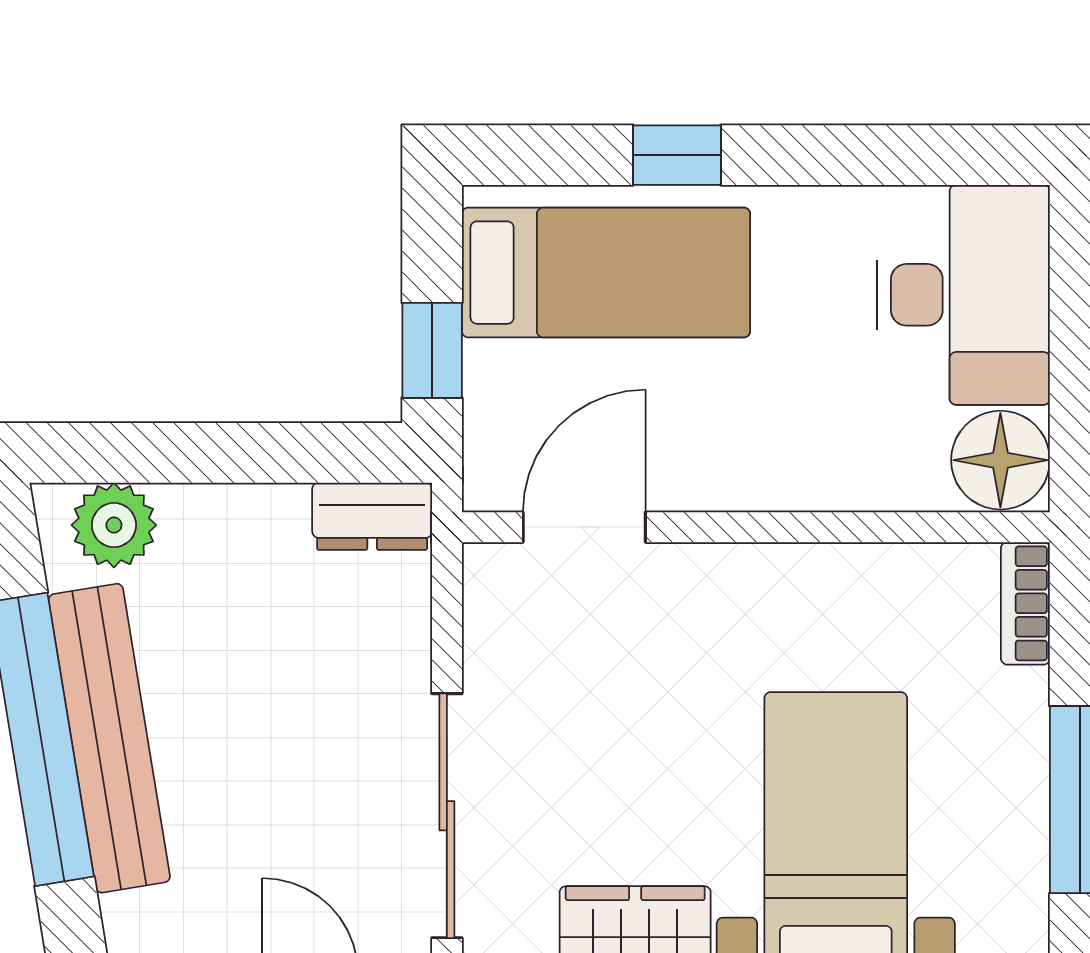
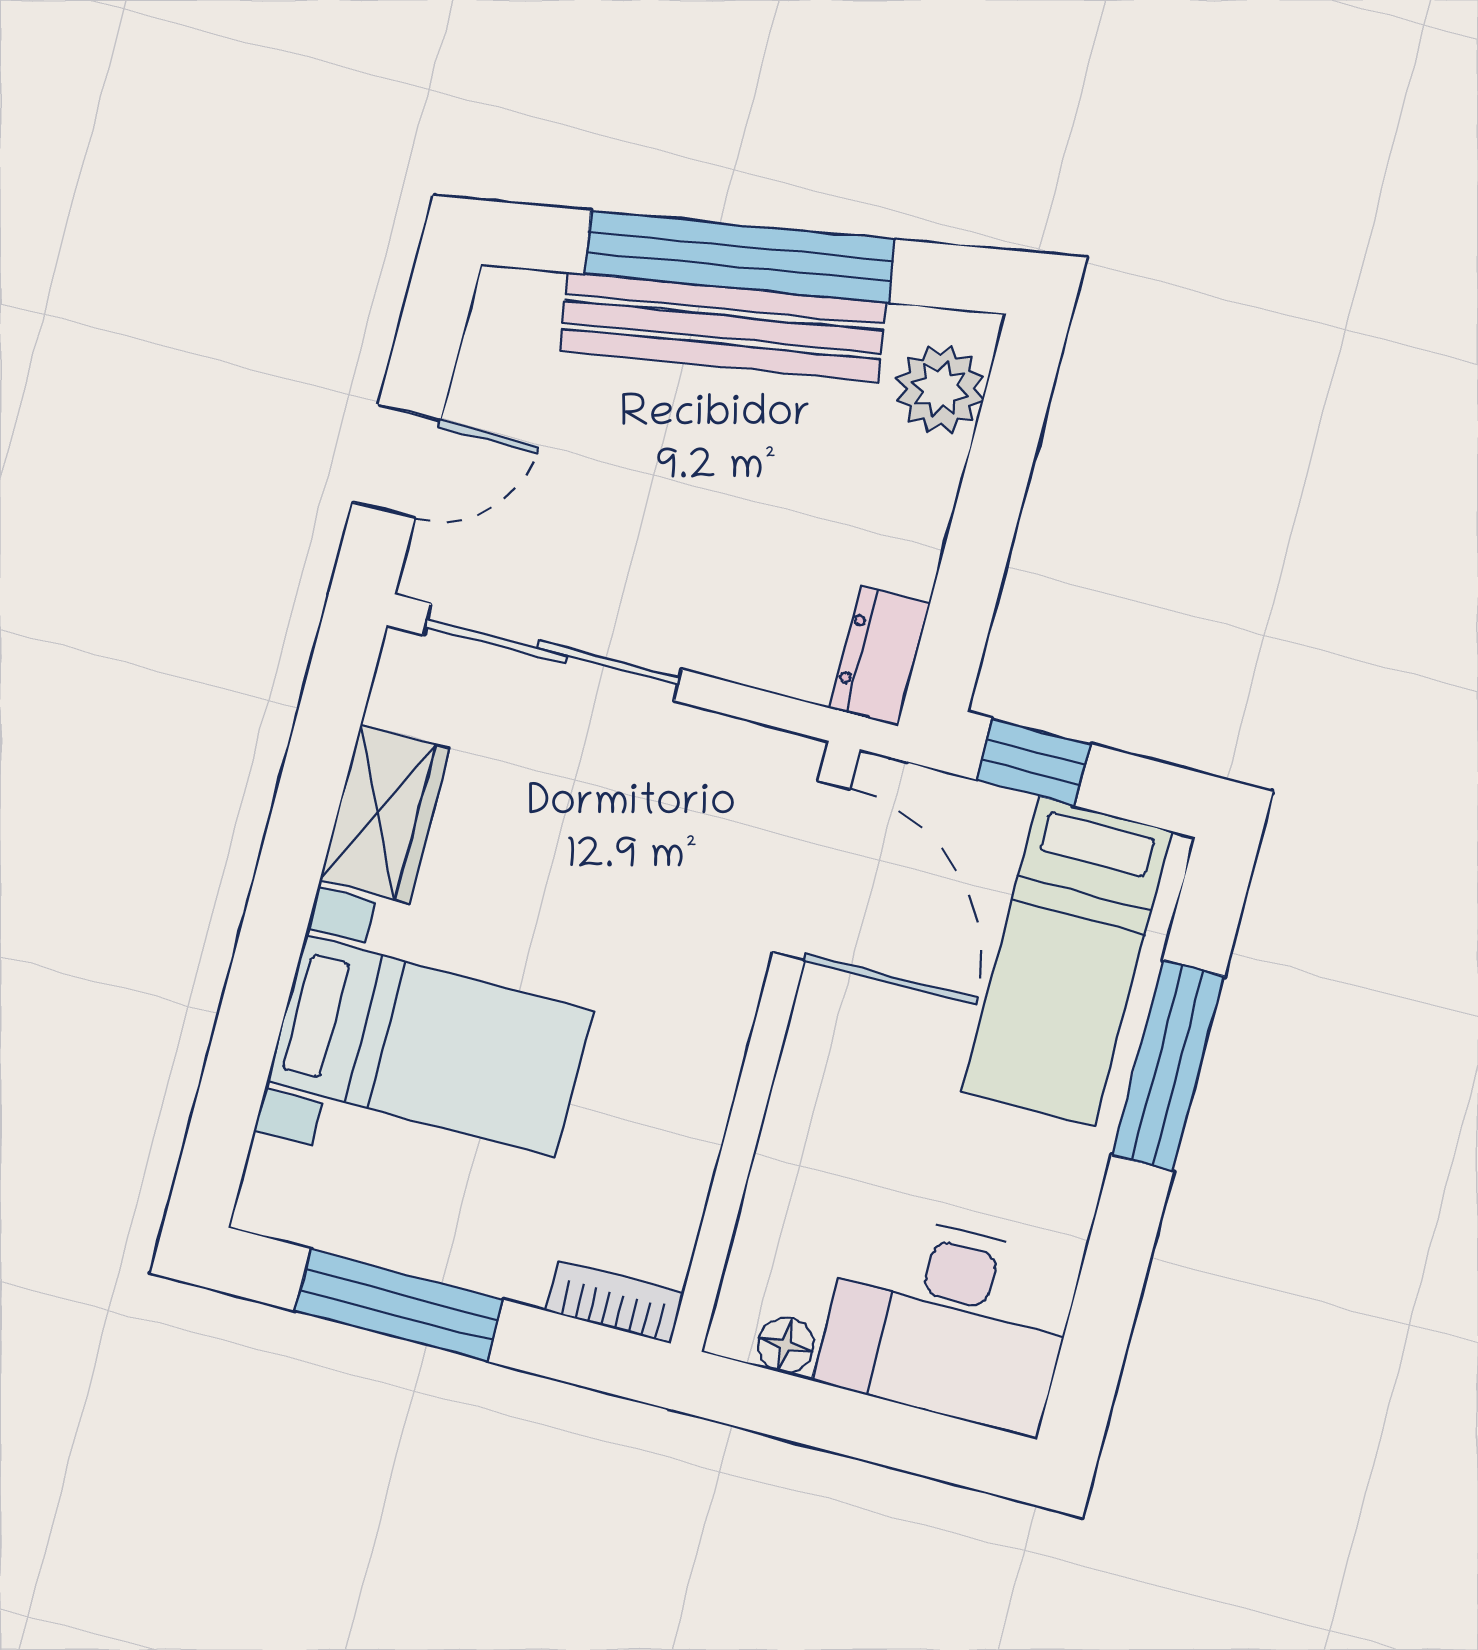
window: (677, 155) -> (1168, 1066), width x2.17
floor lamp: (1000, 460) -> (786, 1345), width x0.53, depth x0.53
door: (584, 527) -> (811, 870), width x1.36

